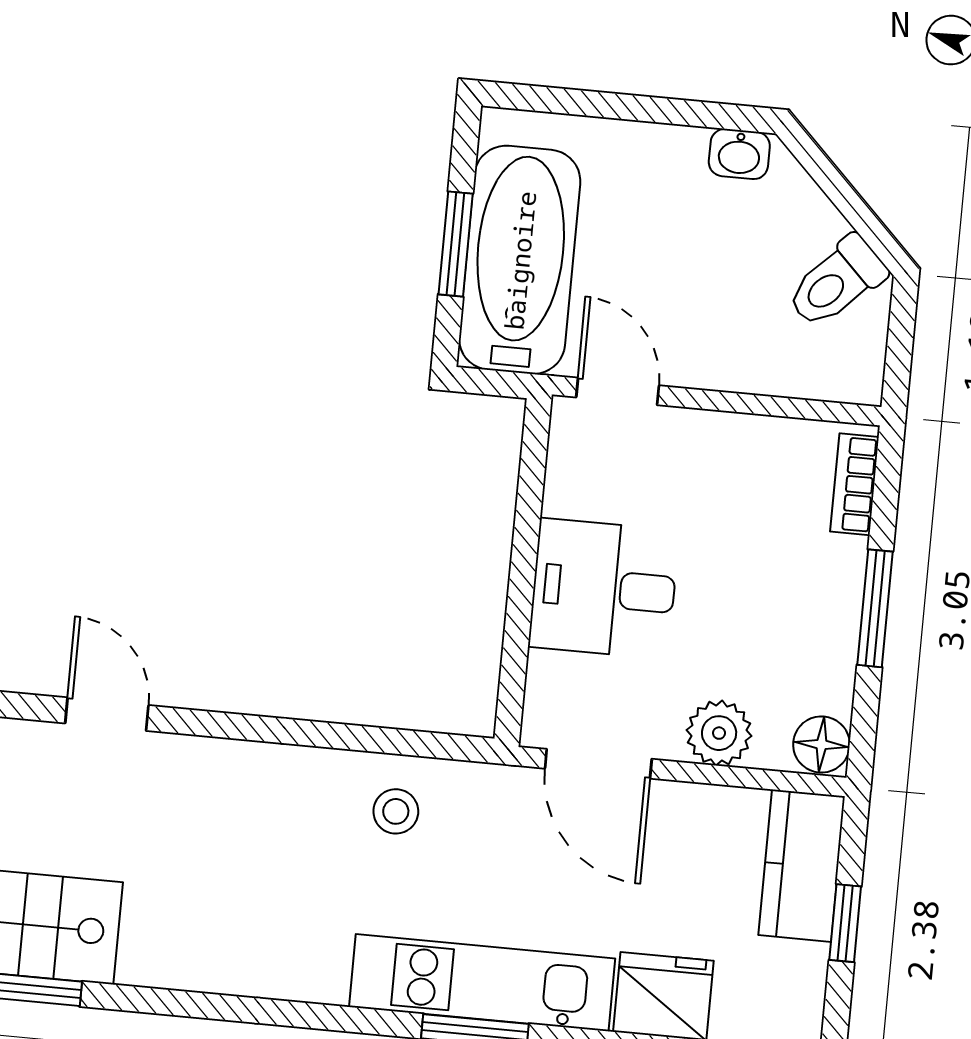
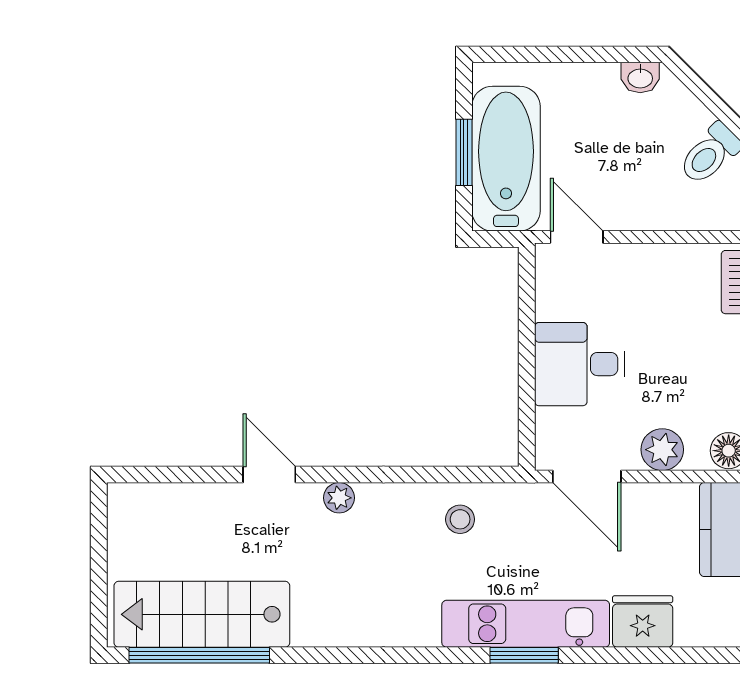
plant: (212, 760) -> (339, 498), added

